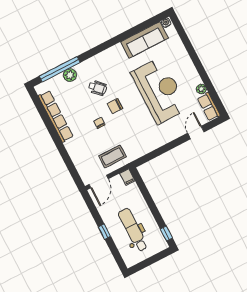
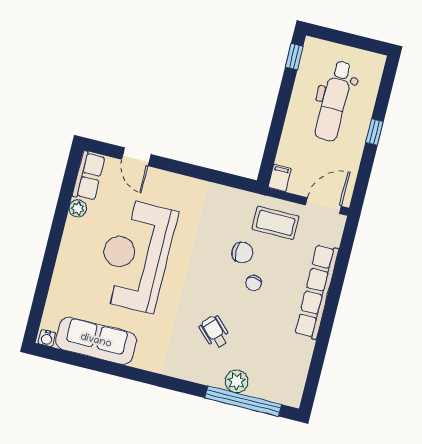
chair: (115, 106) -> (242, 253), moved
row of seats: (56, 116) -> (317, 292), moved
door: (196, 133) -> (136, 157), hinge flipped

